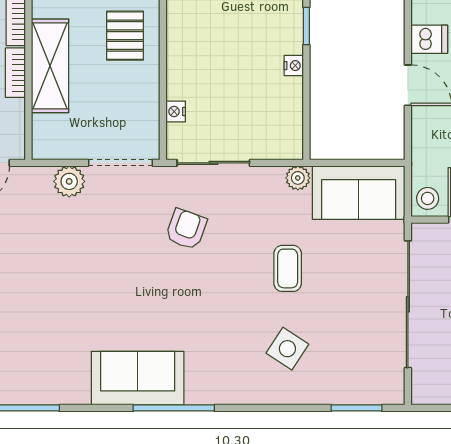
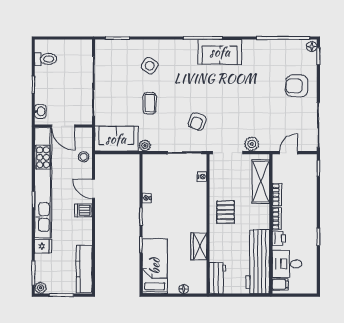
shelving: (50, 66) -> (261, 182), moved
stool: (428, 198) -> (84, 157), moved

